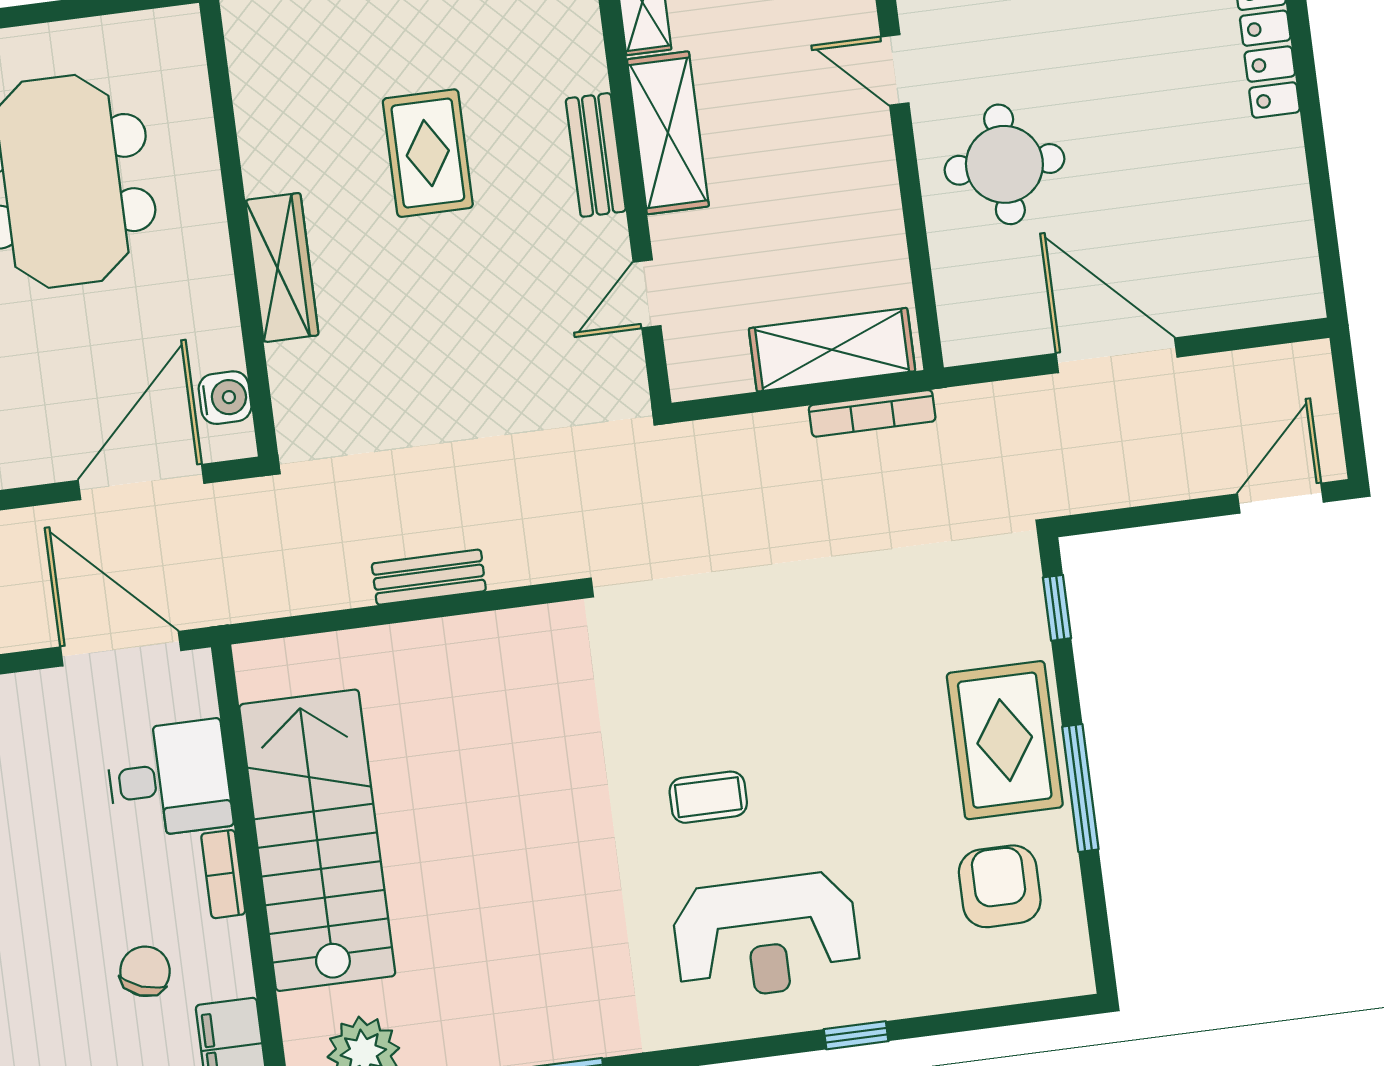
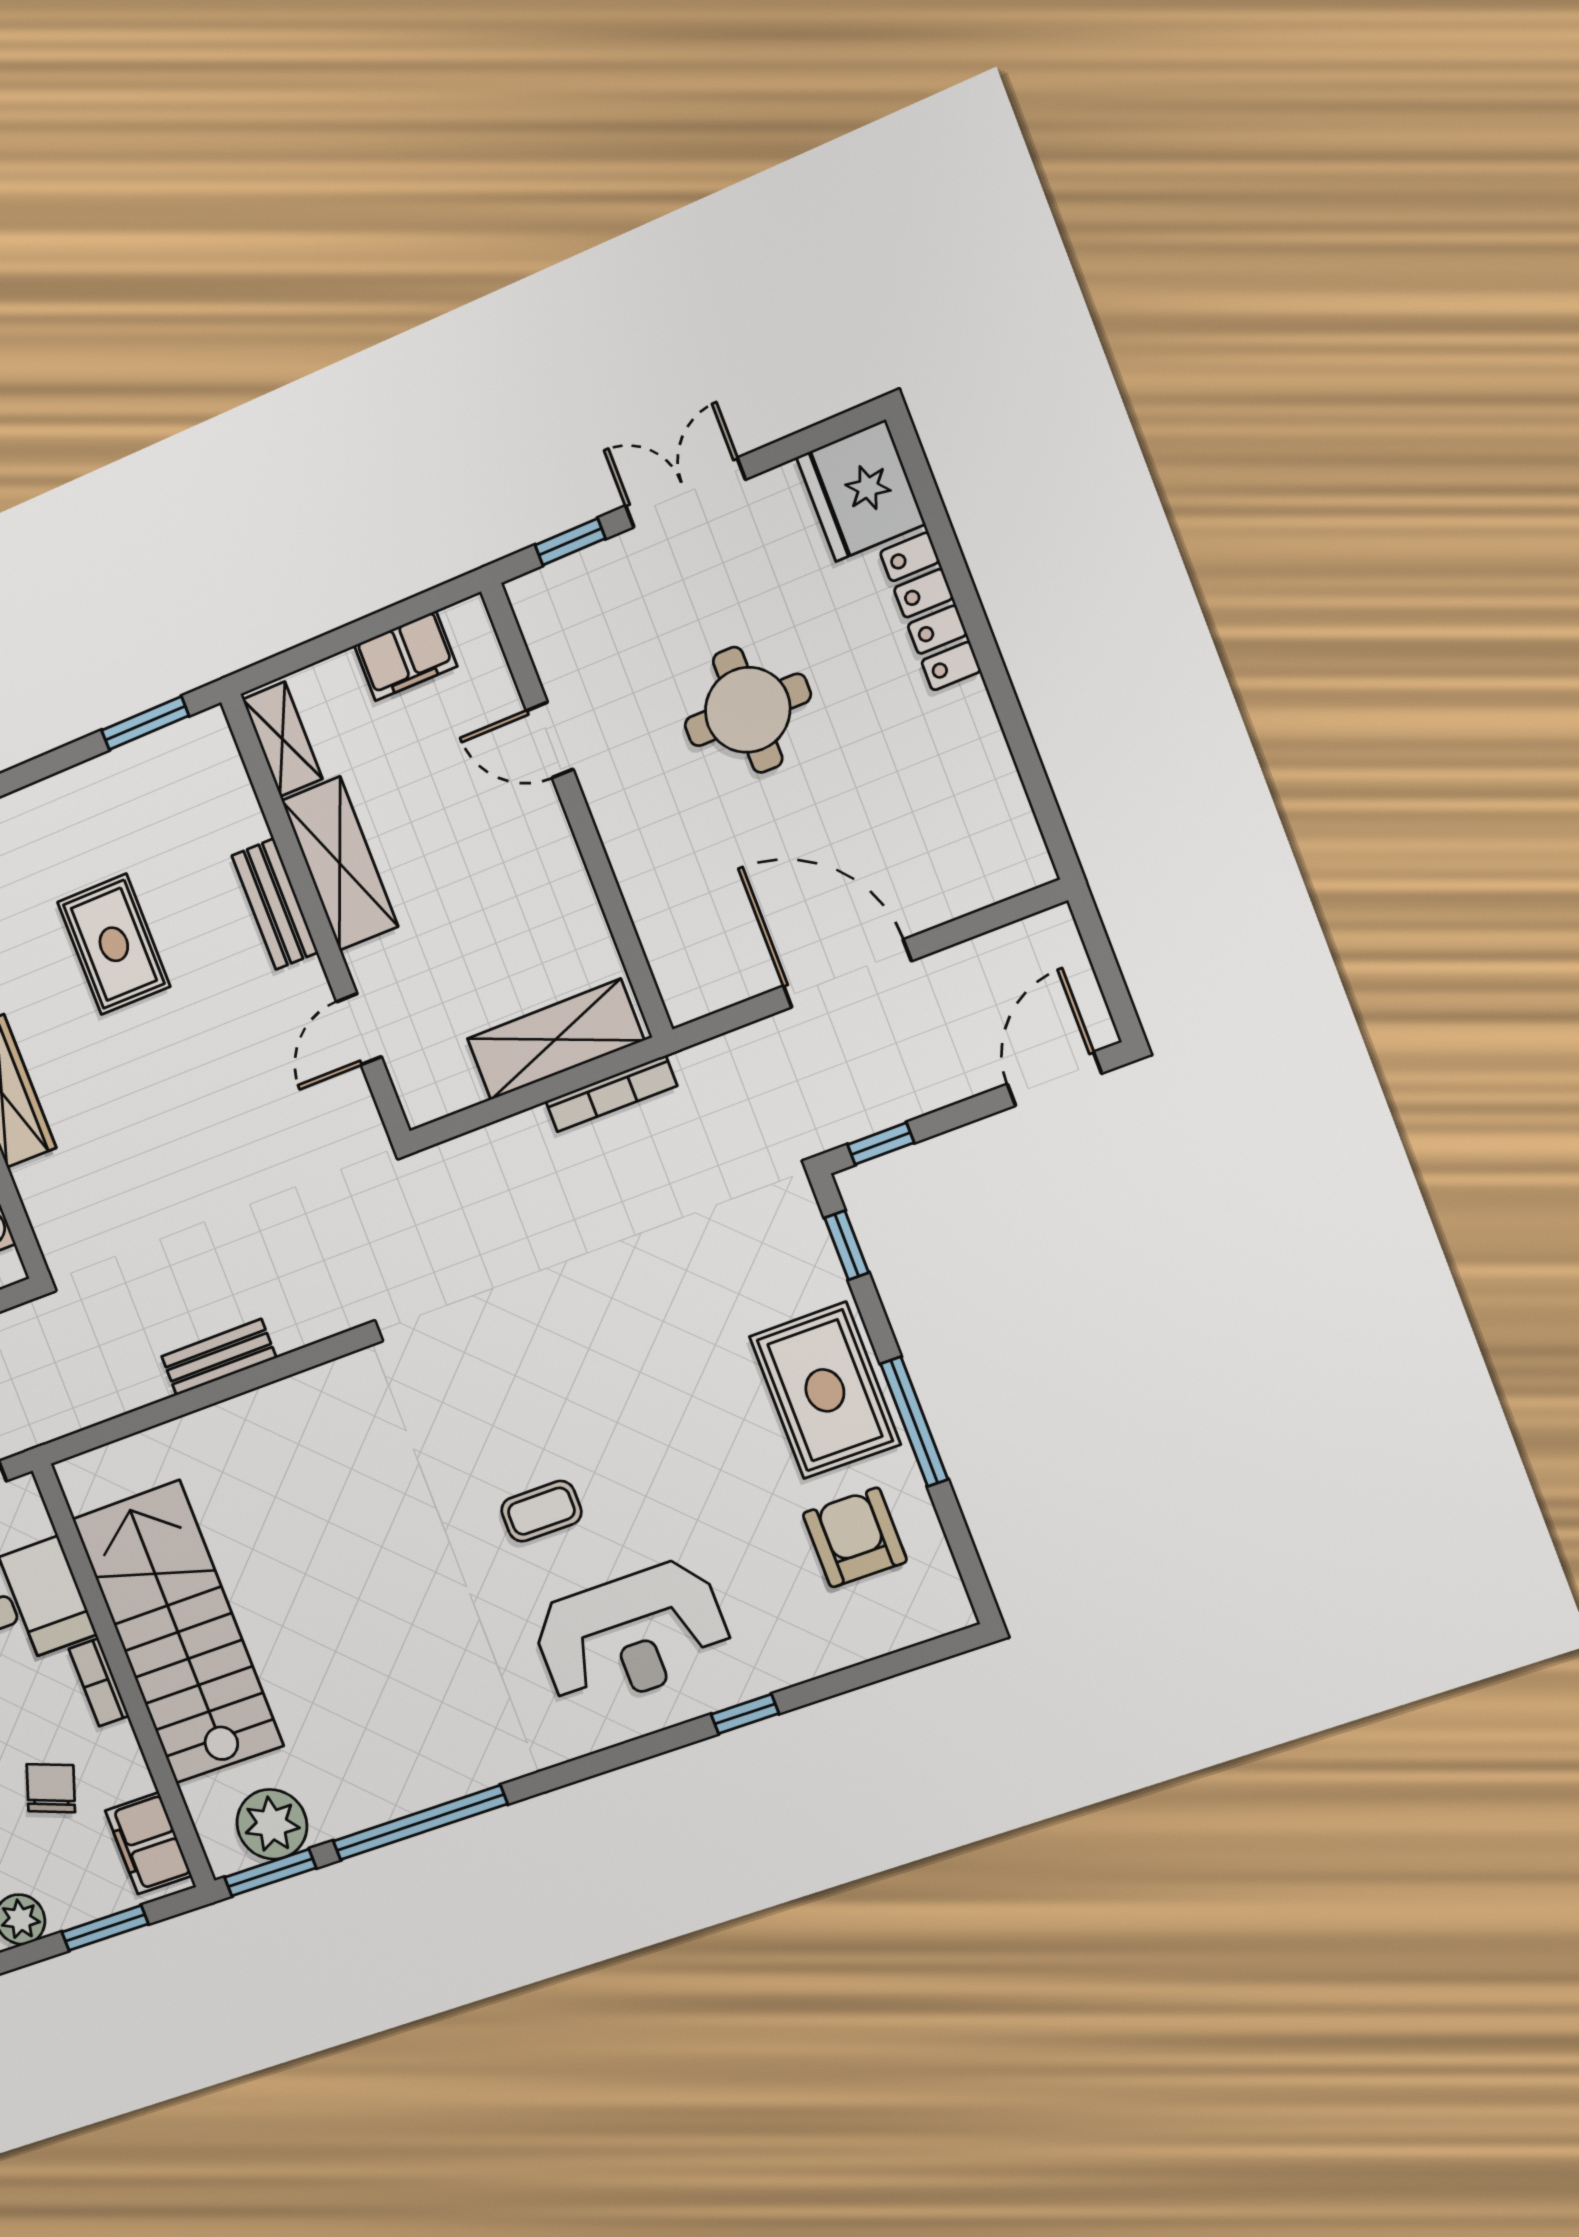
round table: (1004, 164) -> (748, 710), moved
window: (1110, 520) -> (881, 1144), added

